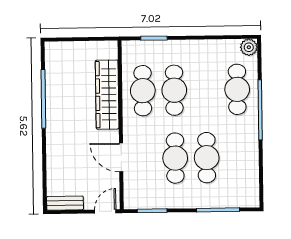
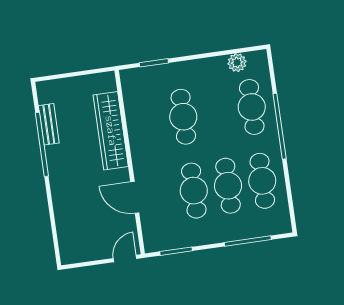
plant: (249, 47) -> (237, 63), moved
cafe table: (143, 91) -> (262, 181), moved
bench: (65, 203) -> (49, 124), moved, turned 90

